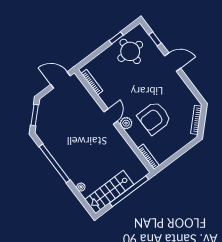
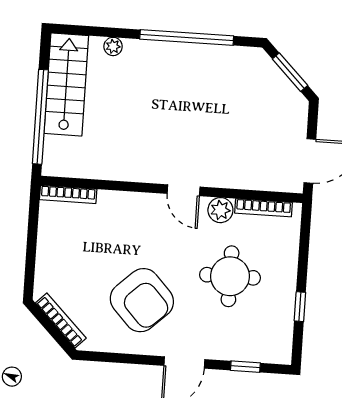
round table: (130, 51) -> (230, 276), moved
armchair: (154, 118) -> (142, 300), moved, turned 137
plant: (126, 123) -> (220, 210), moved

